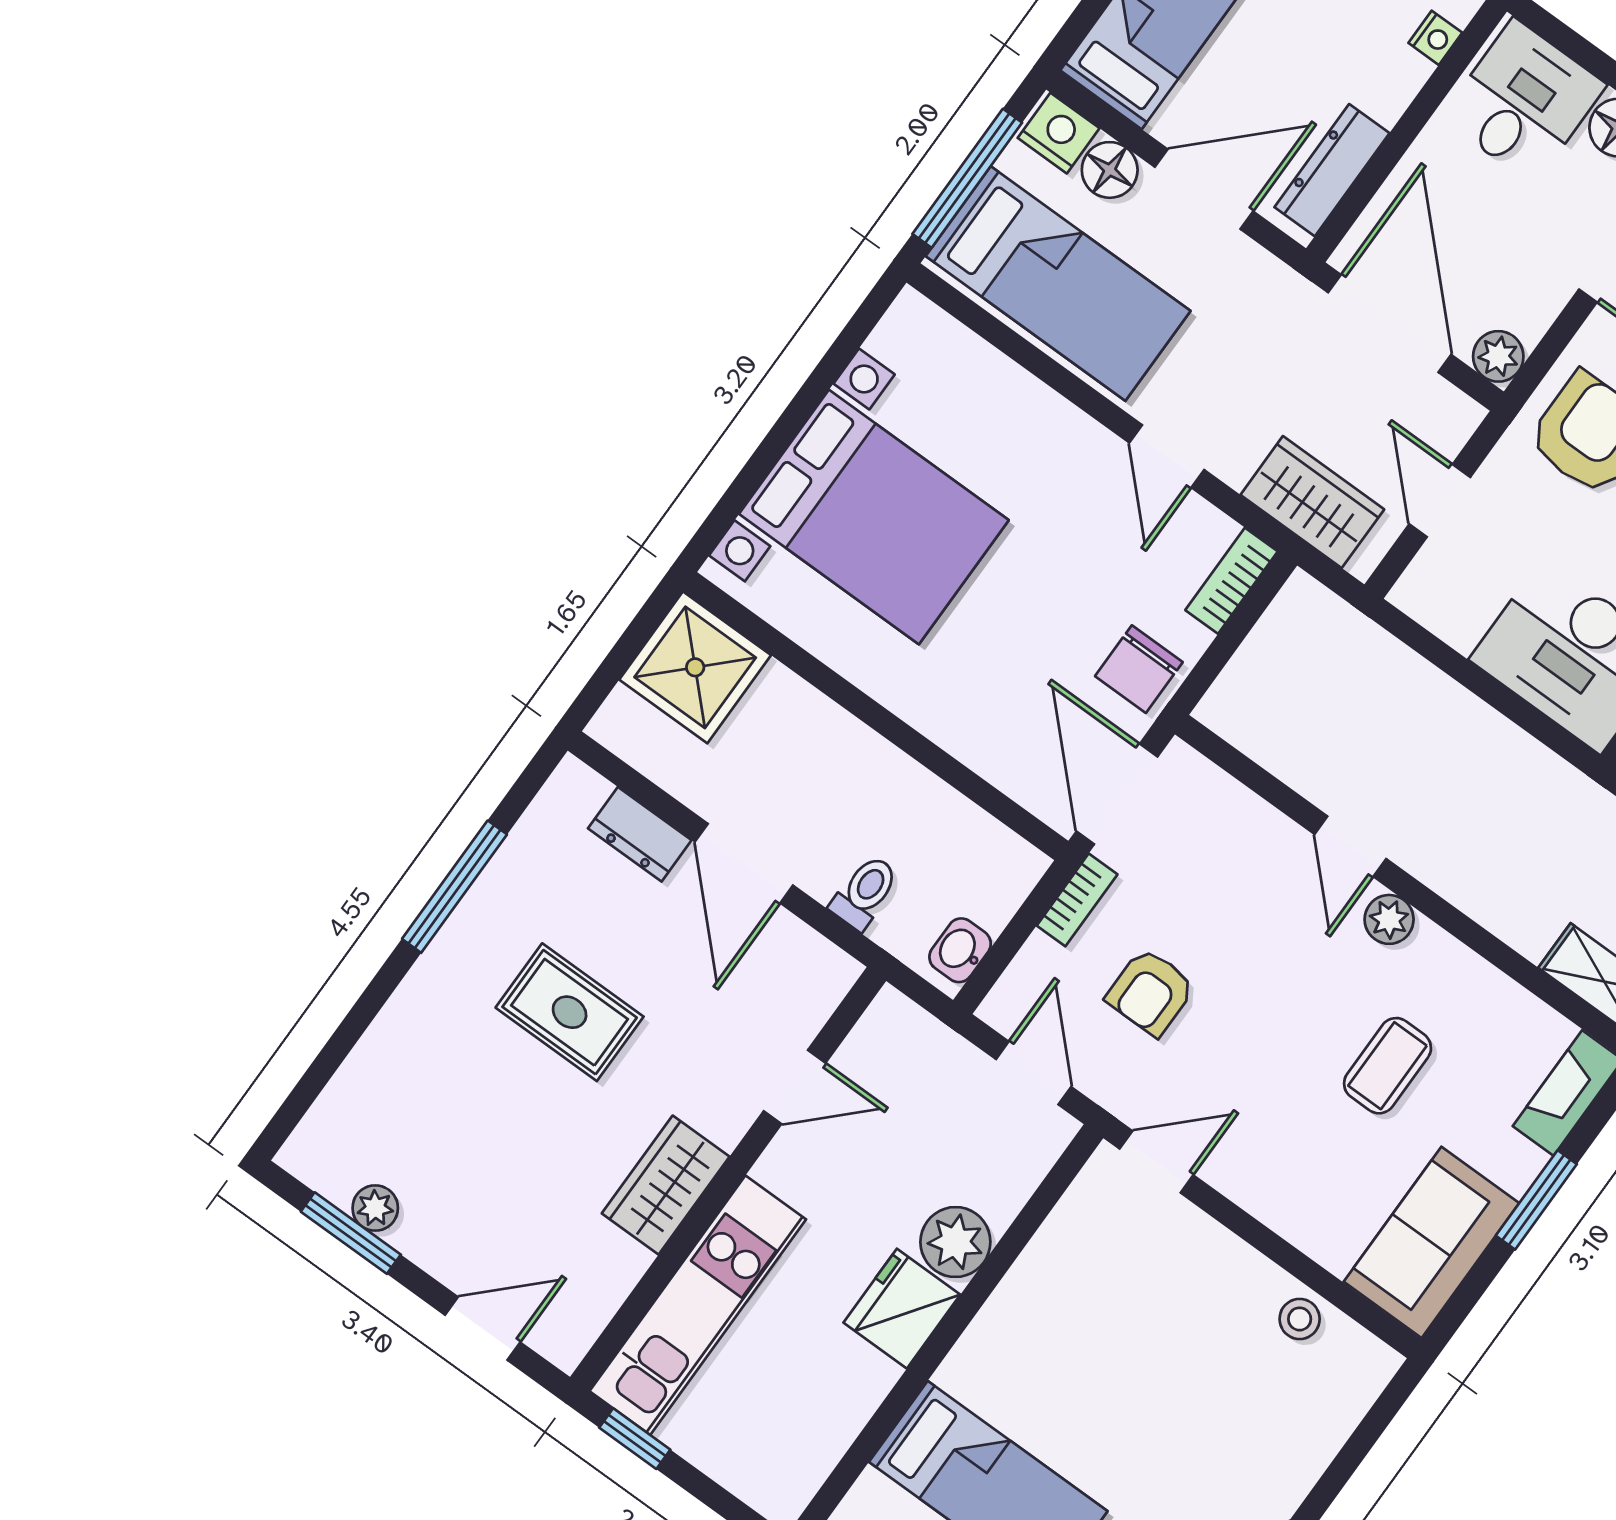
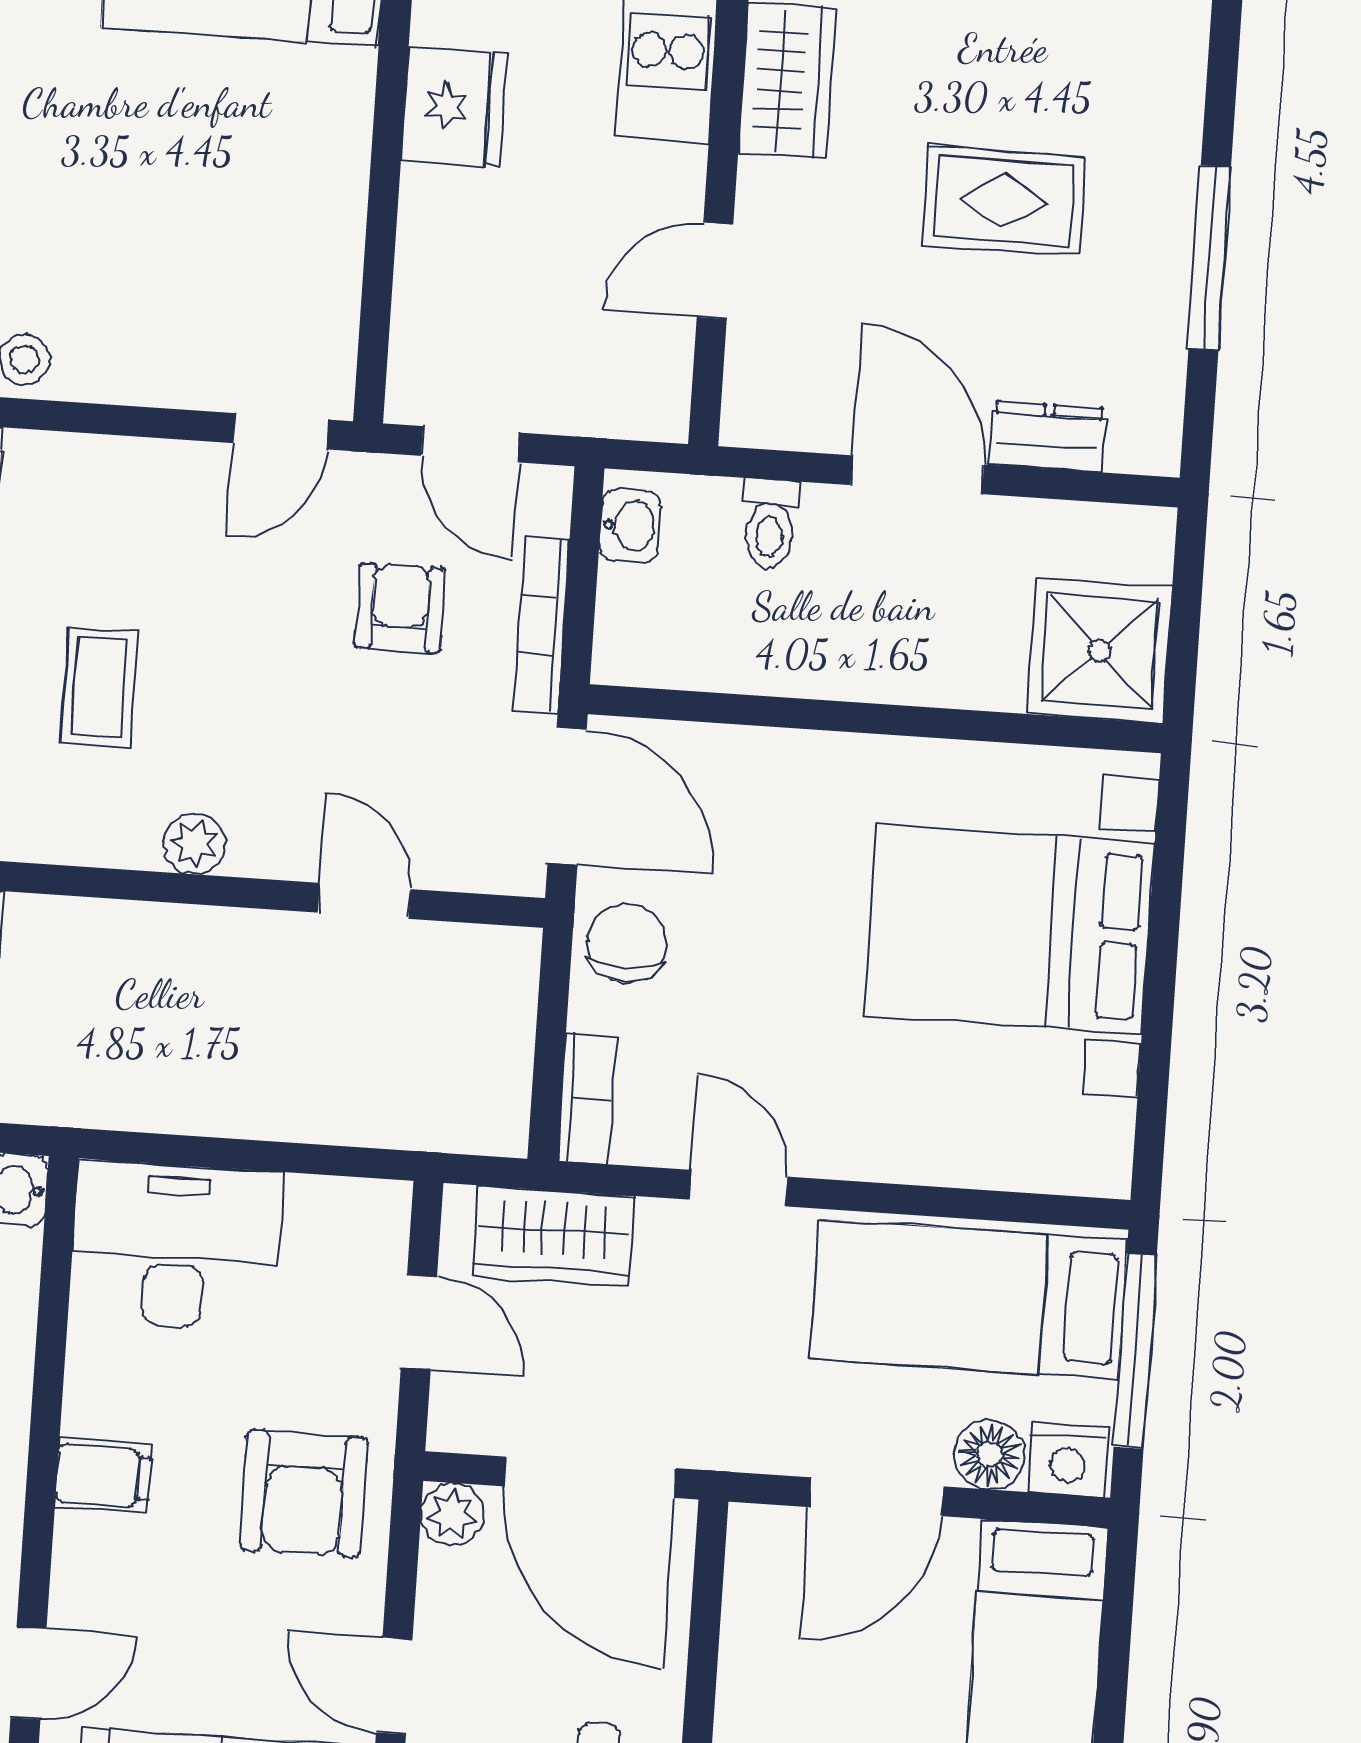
dresser: (1332, 170) -> (753, 1602), removed
door: (1350, 846) -> (364, 901), moved
bookcase: (1077, 900) -> (541, 626), width x1.56
plant: (955, 1242) -> (441, 213), removed

